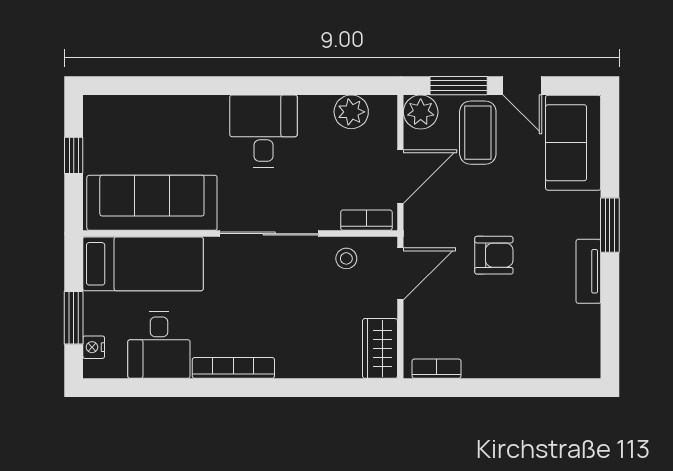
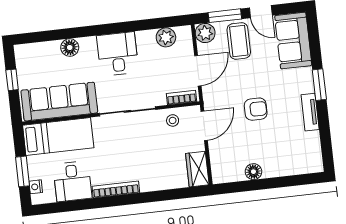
floor lamp: (181, 110) -> (70, 48), added
floor lamp: (478, 364) -> (253, 172), added
bookcase: (436, 369) -> (231, 177), removed

